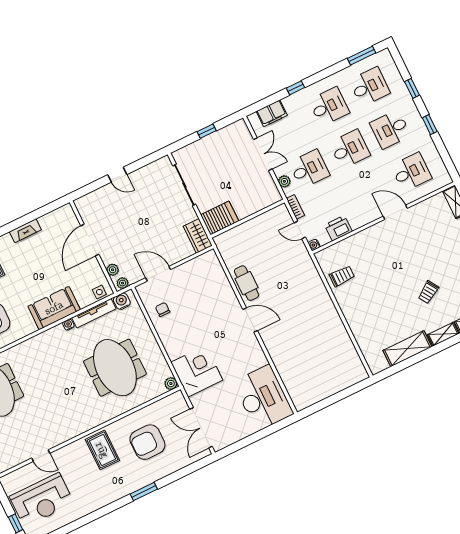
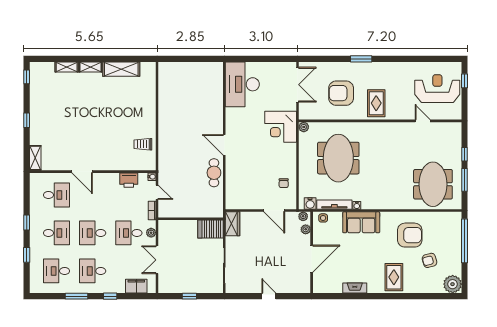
window: (361, 56) -> (76, 296), moved
desk: (411, 172) -> (57, 195), turned 180
trolley: (428, 292) -> (86, 102), removed
armchair: (147, 442) -> (341, 93), turned 180

